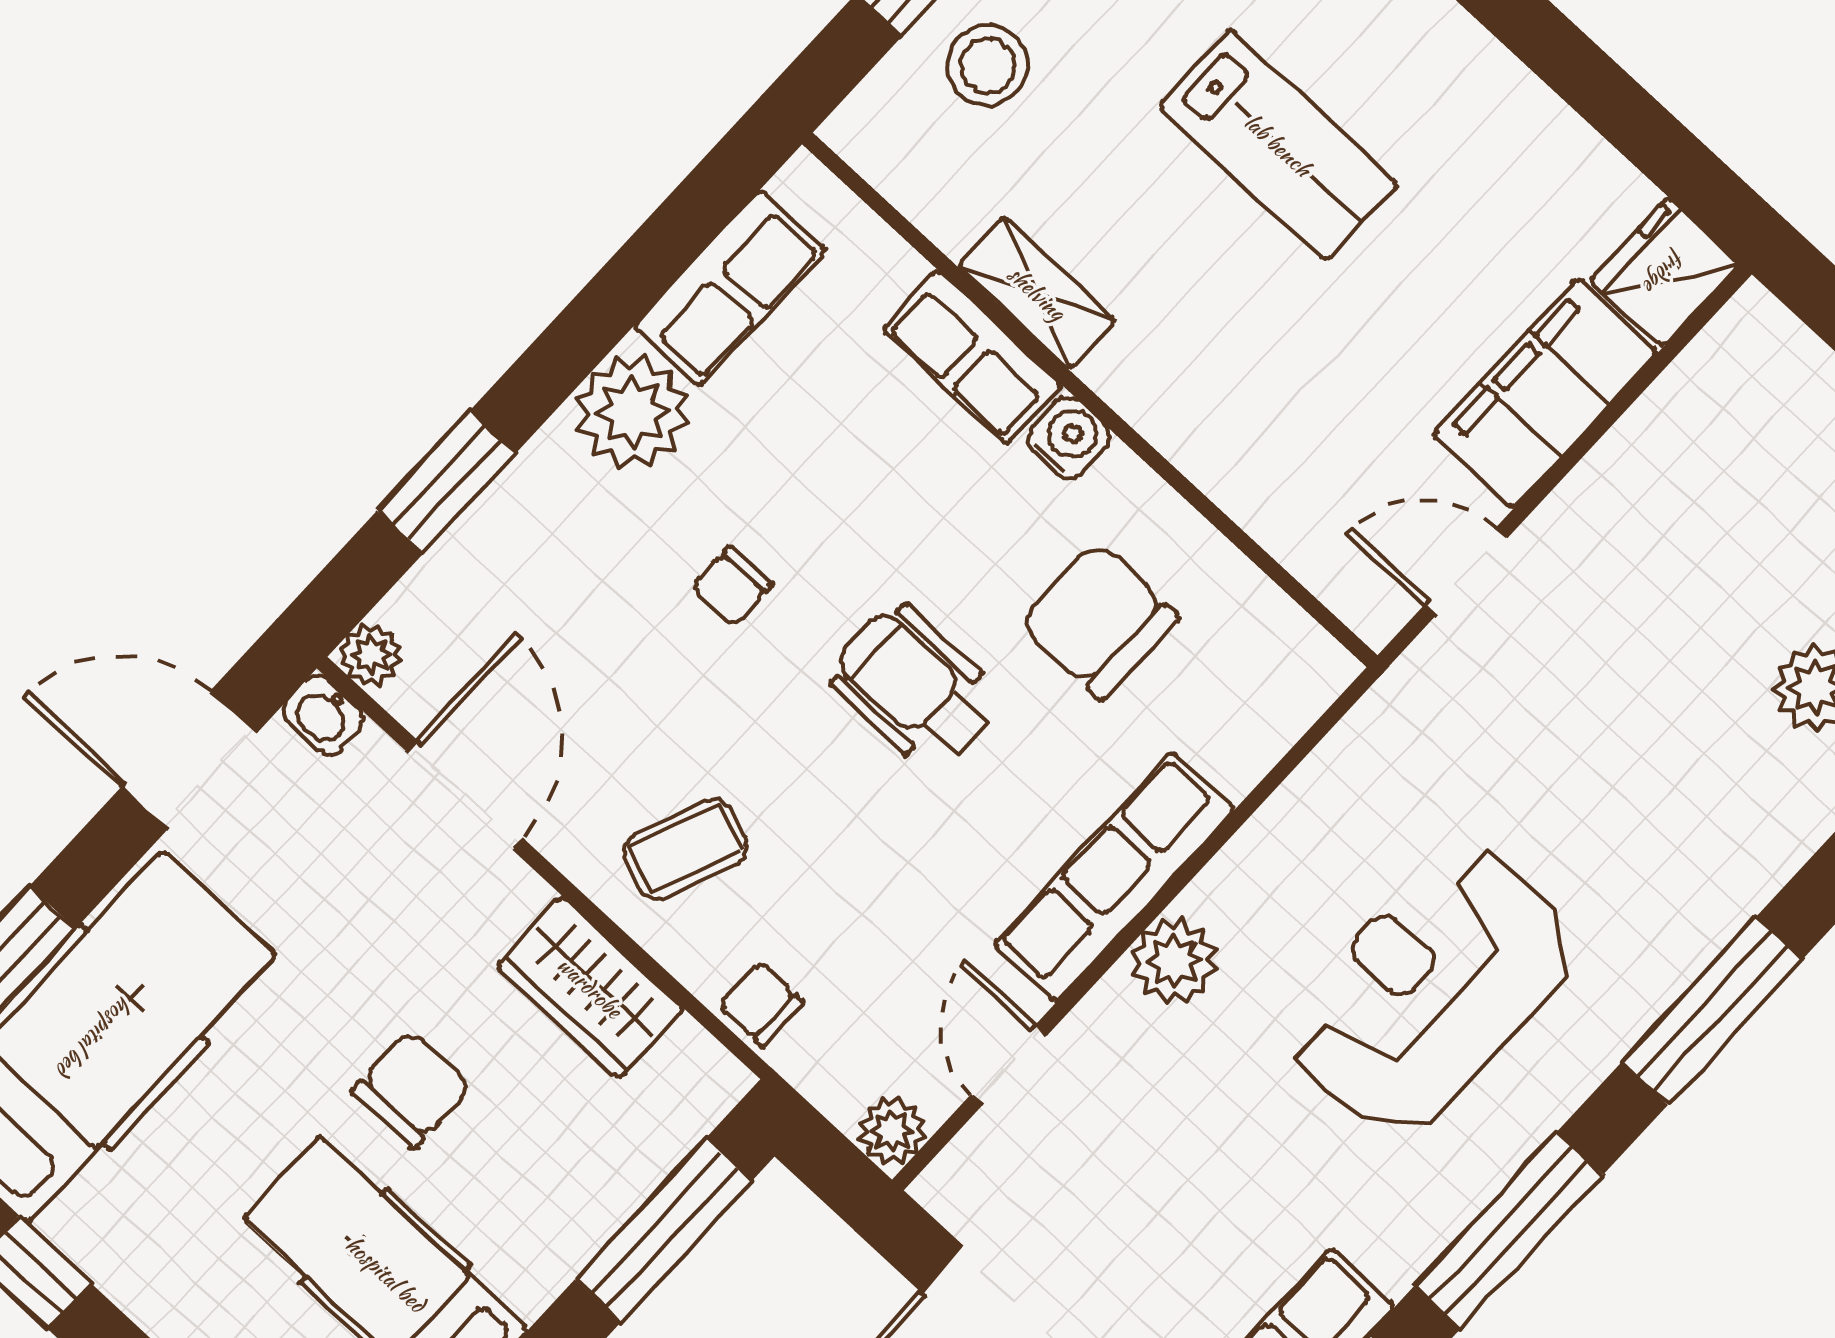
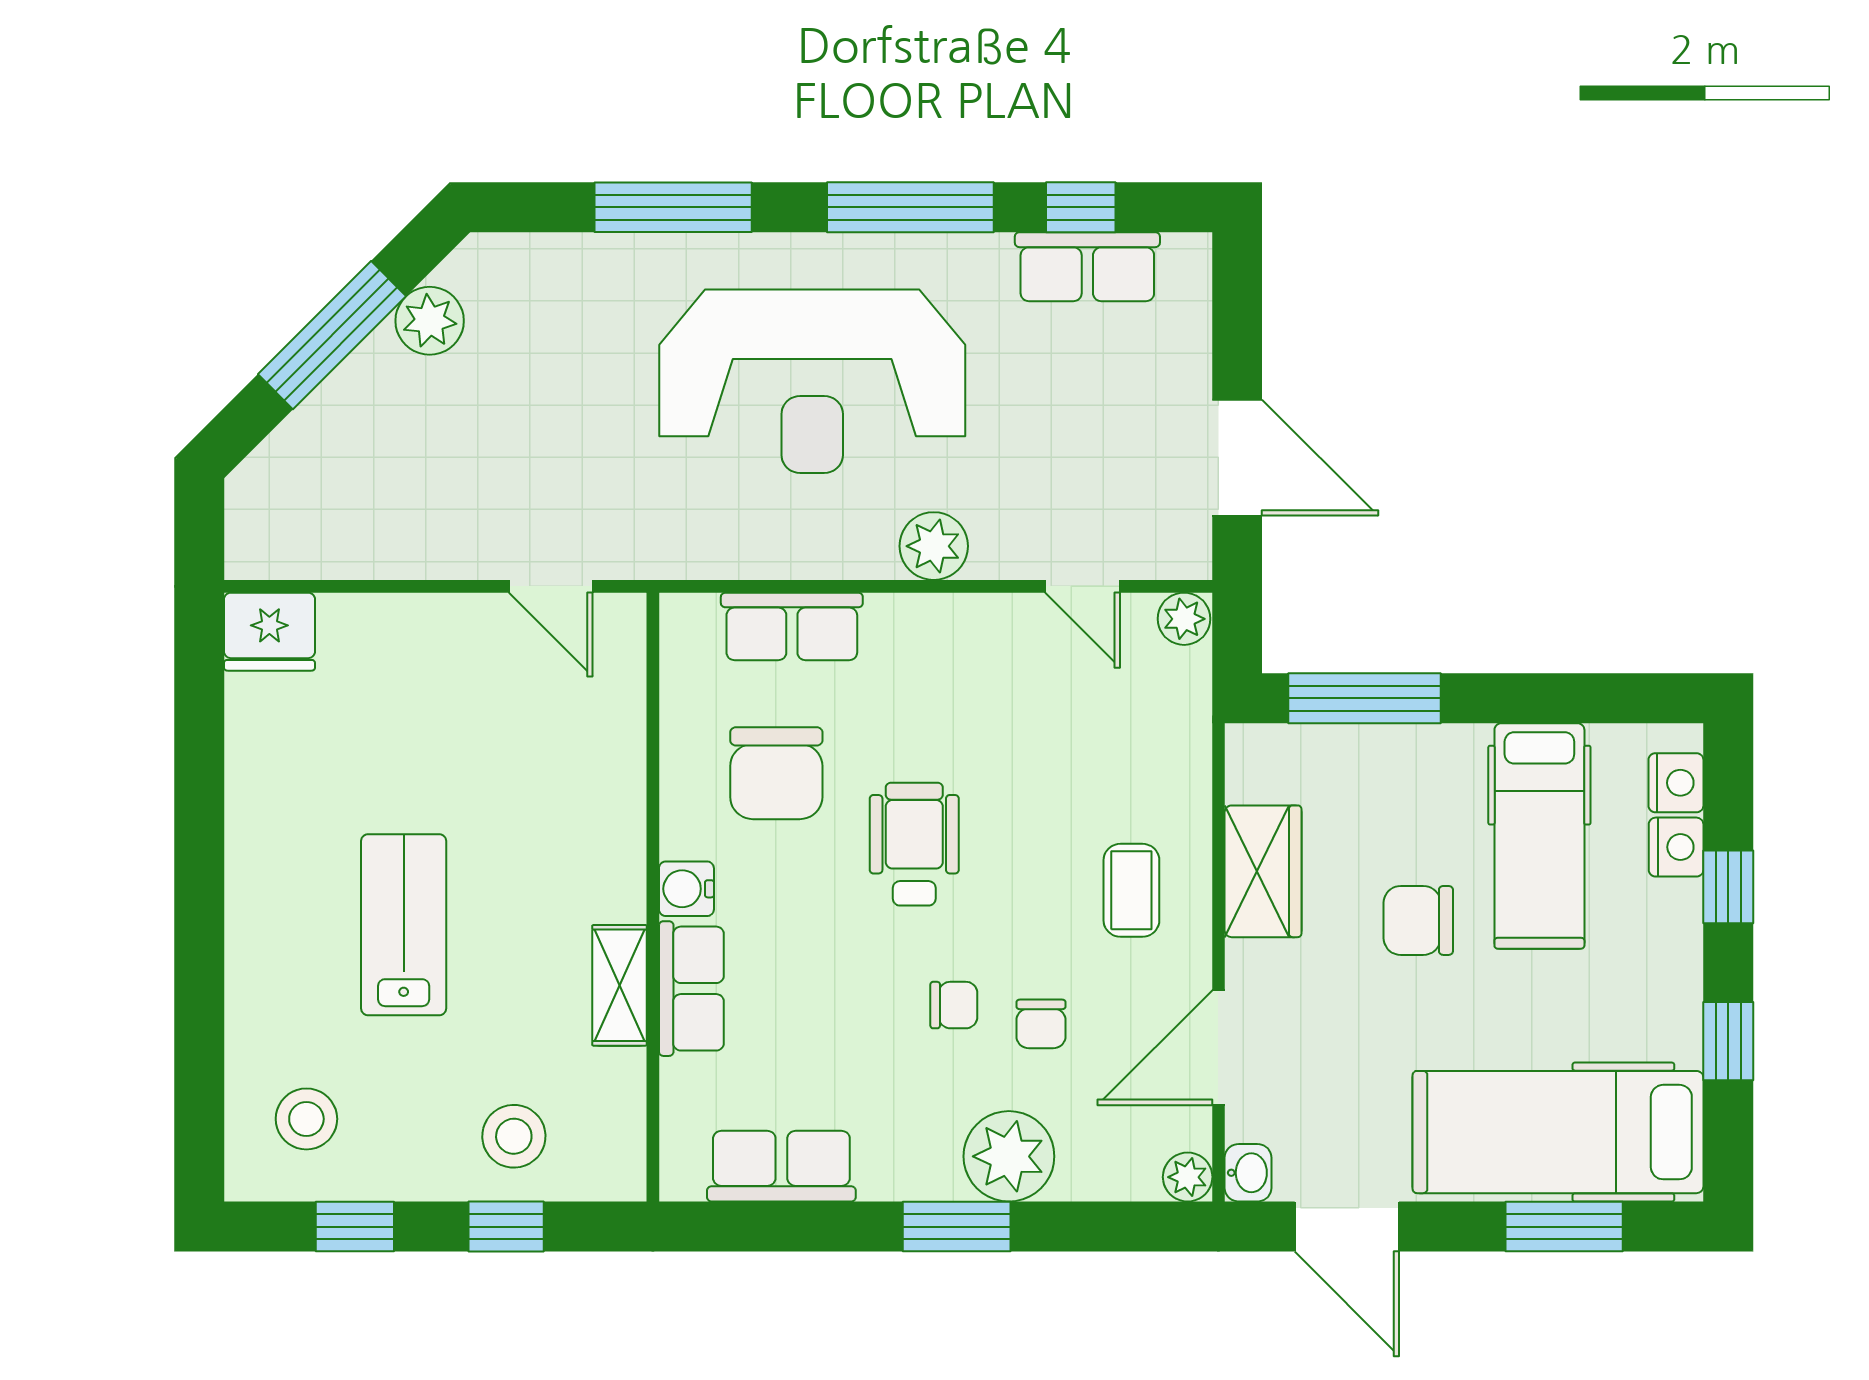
filing cabinet: (1545, 393) -> (404, 636), removed
plant: (632, 412) -> (1009, 1156), moved
window: (446, 482) -> (957, 1227), moved
wheelchair: (915, 687) -> (914, 844), turned 180
coffee table: (685, 849) -> (1131, 890), turned 68
row of seats: (1114, 877) -> (792, 626), moved, width x0.68
reception desk: (1431, 990) -> (812, 381), width x1.36, depth x1.30
chair: (761, 1004) -> (1041, 1024), moved
door: (1009, 1065) -> (1083, 586), hinge flipped

